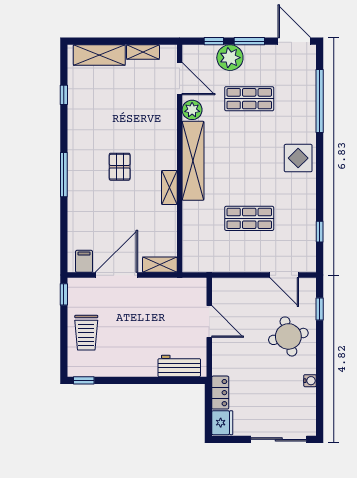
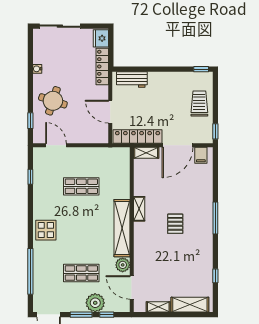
locker: (172, 287) -> (138, 137), added
round table: (288, 336) -> (53, 101), turned 31
locker: (220, 393) -> (102, 66), width x1.53

